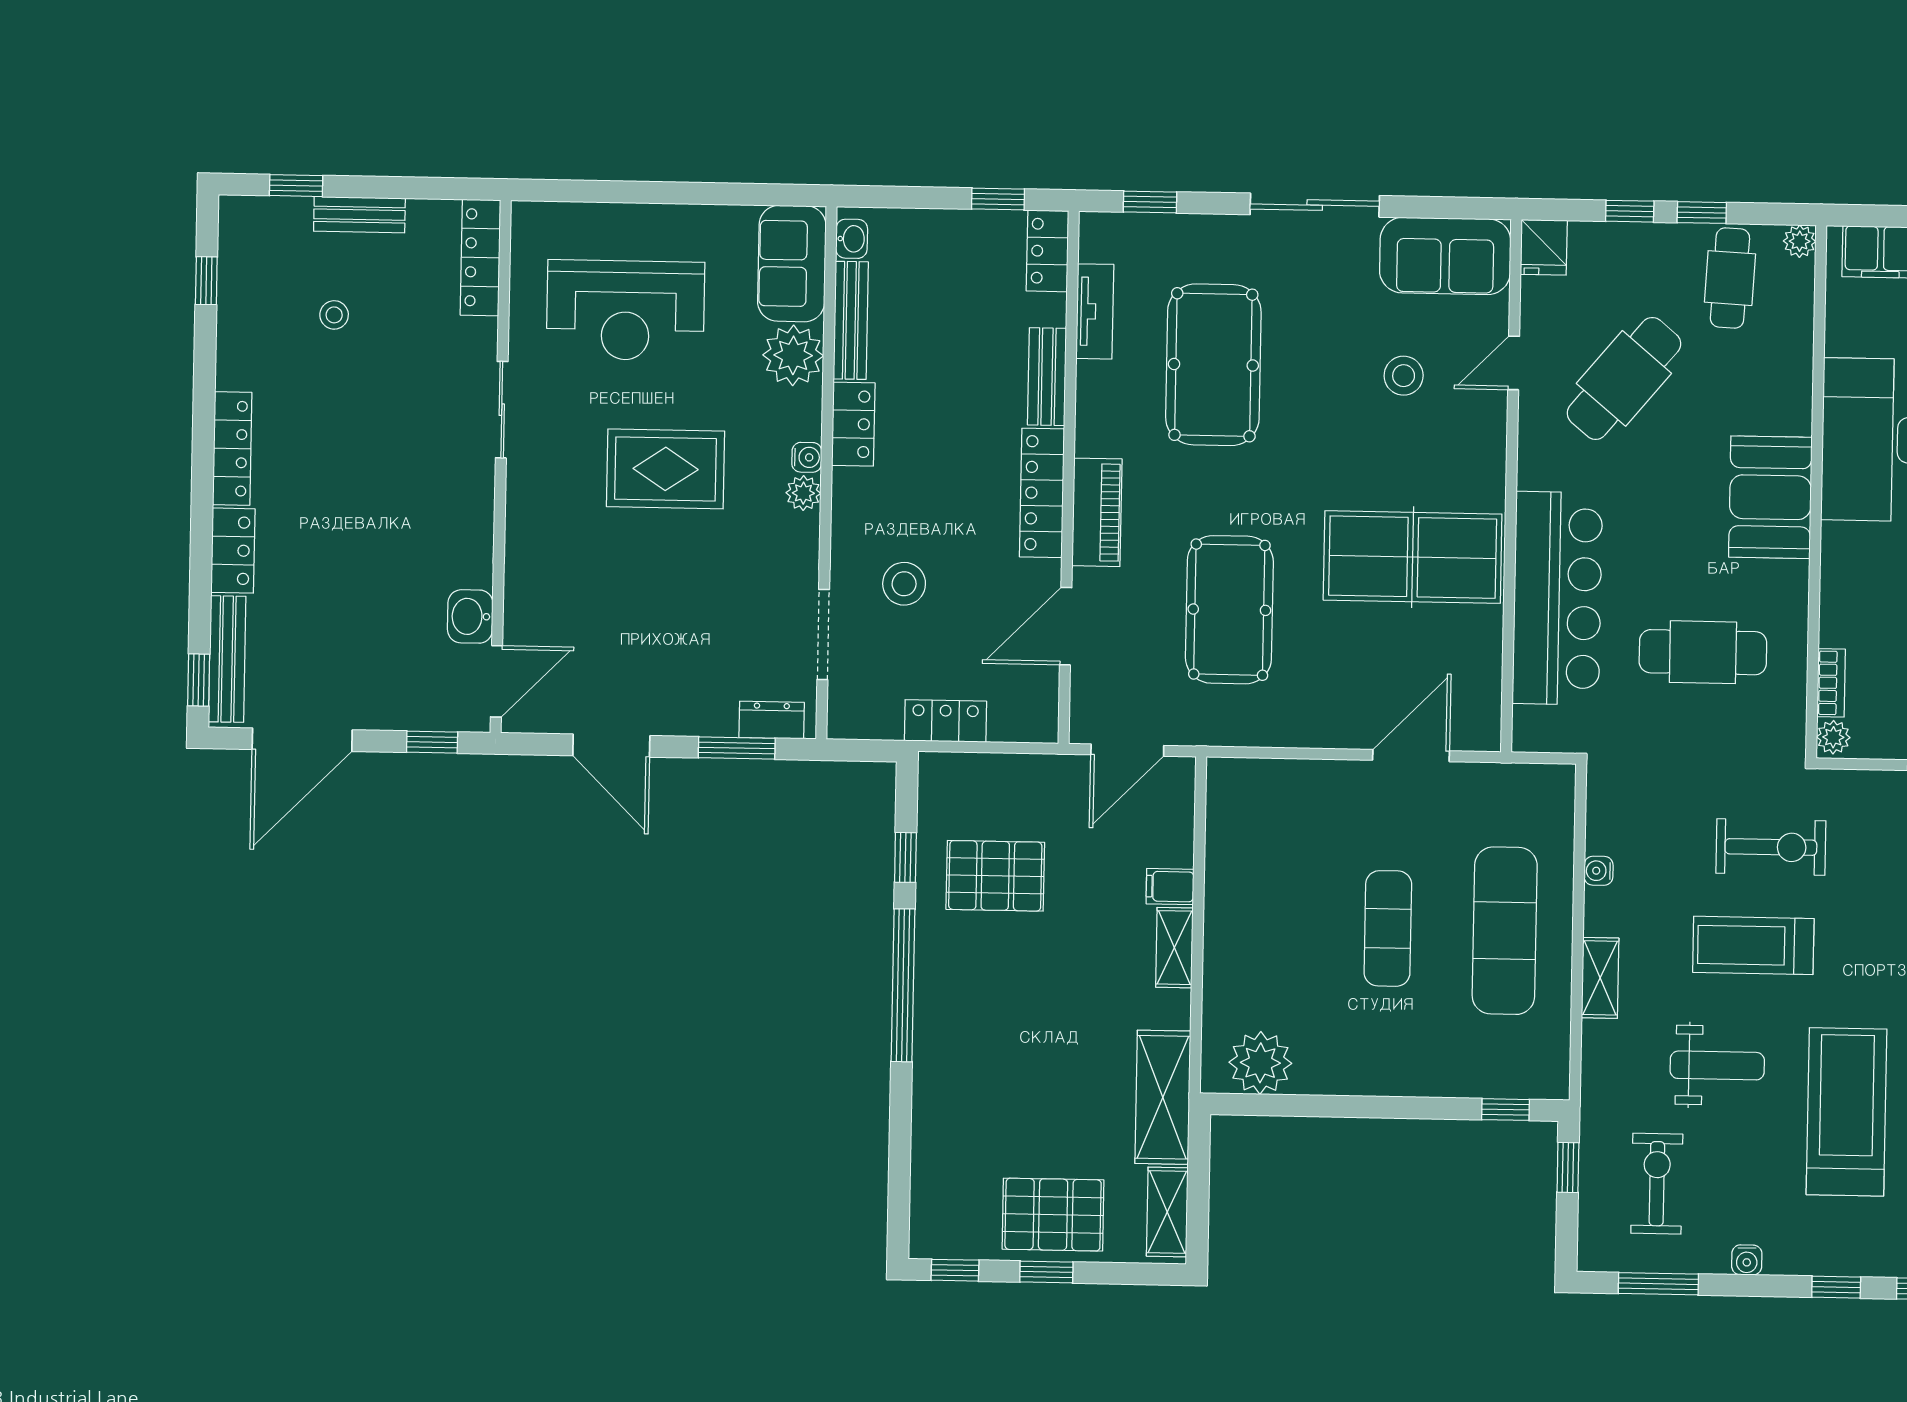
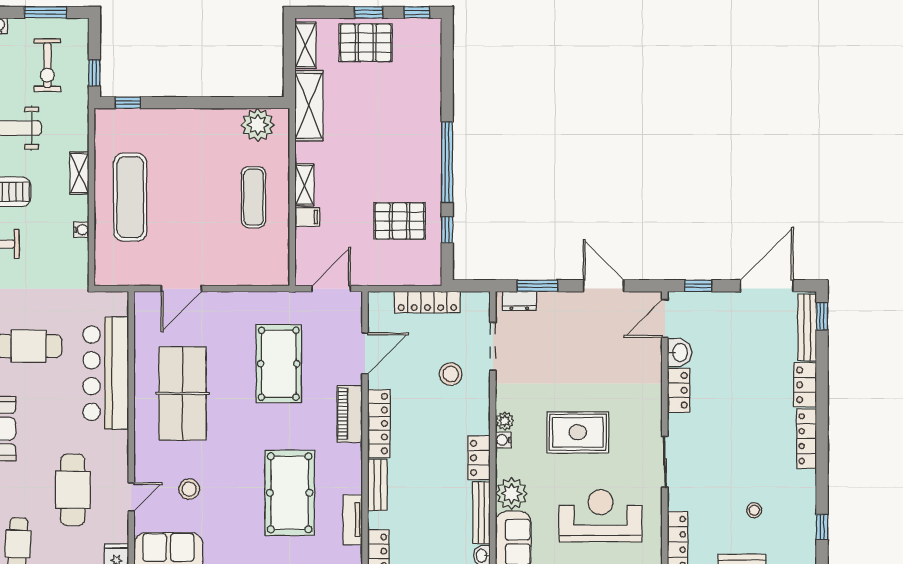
cafe table: (1624, 378) -> (73, 490), turned -40
locker: (473, 545) -> (679, 390), added
table tennis table: (1413, 557) -> (183, 393), turned 90
locker: (945, 721) -> (427, 302), width x1.53
exercise mat: (1388, 928) -> (254, 197), moved

